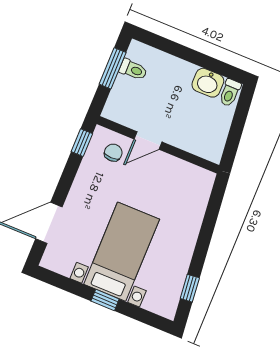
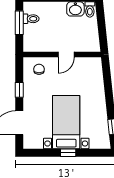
door: (148, 140) -> (66, 55), moved
window: (82, 143) -> (19, 90), moved

